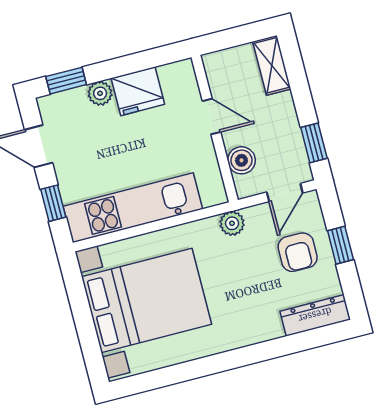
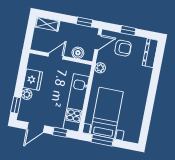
door: (285, 192) -> (98, 42), hinge flipped
bed with nightstands: (147, 301) -> (107, 113), width x0.73
window: (79, 302) -> (102, 140), added

